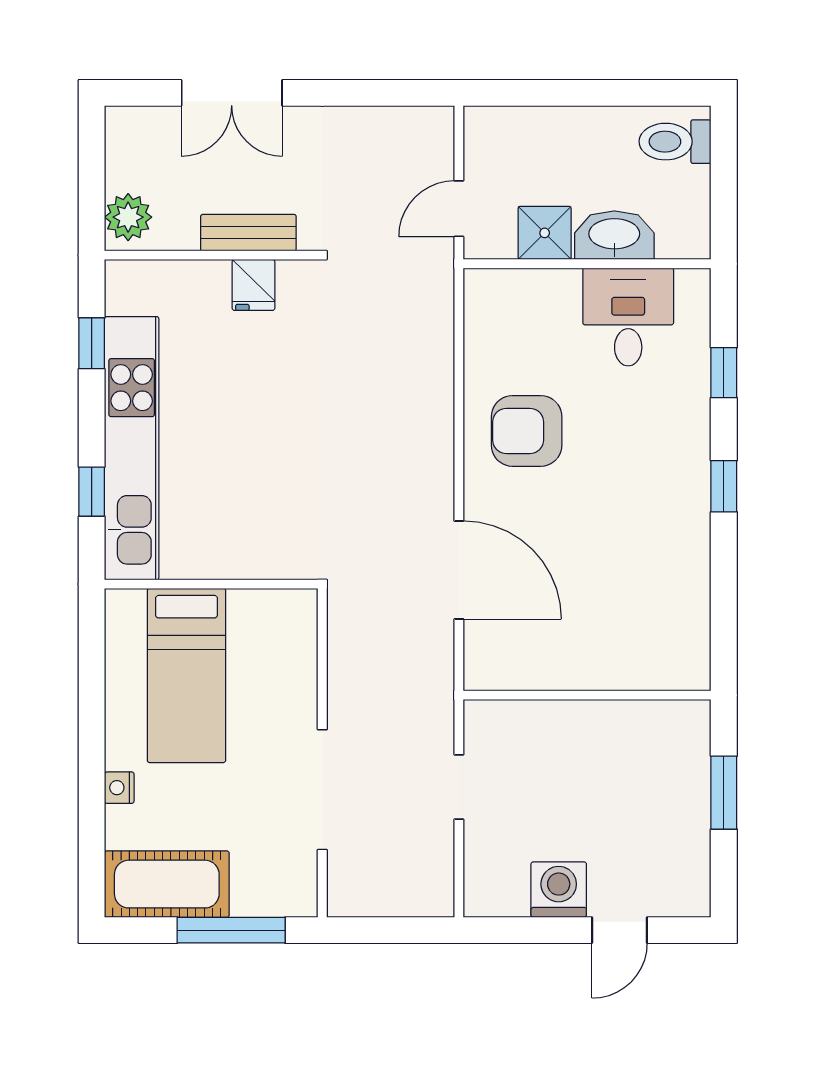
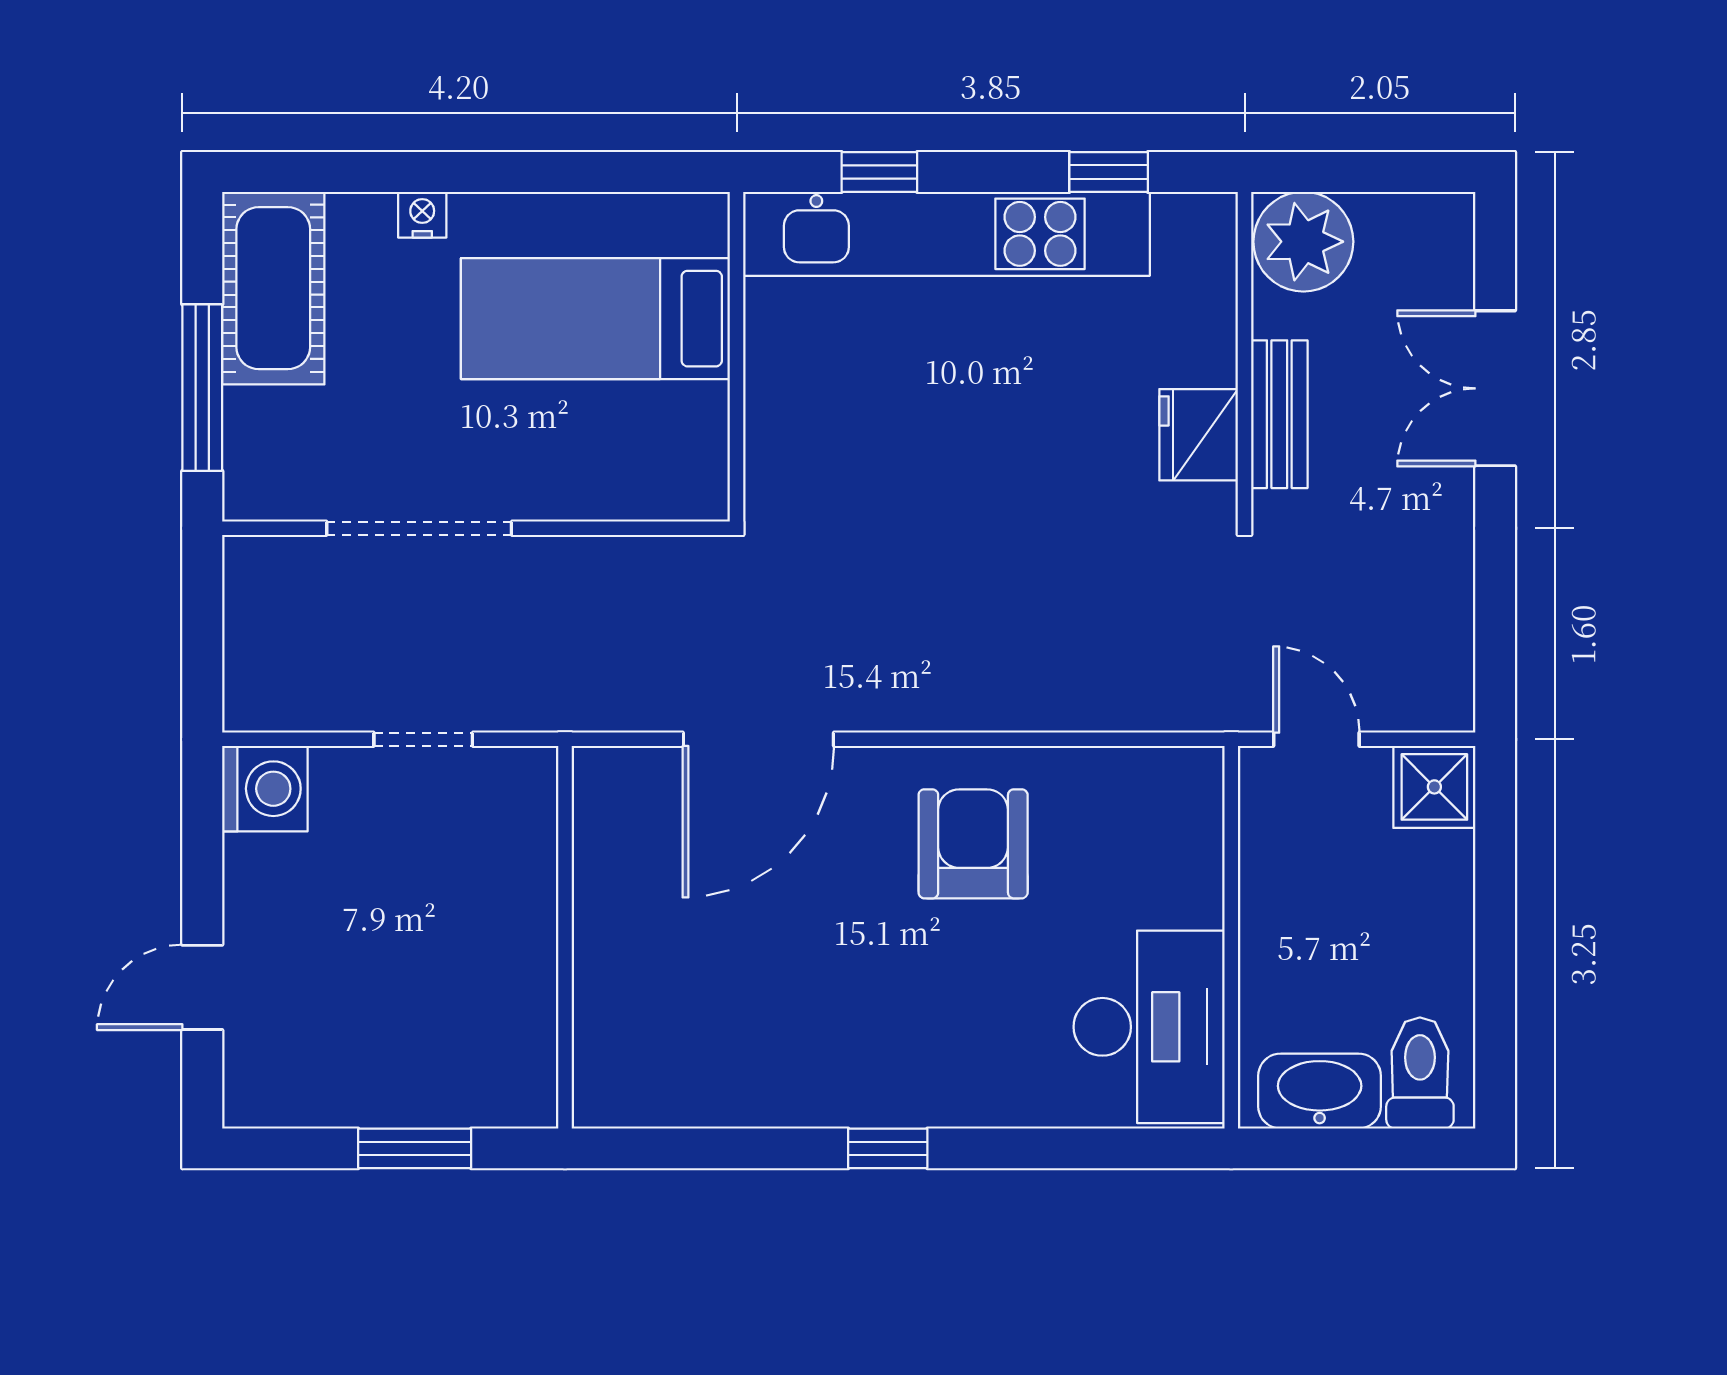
plant: (128, 217) -> (1303, 242), width x1.36, depth x1.36
shower: (545, 233) -> (1434, 787), moved
washbasin: (614, 235) -> (1320, 1091), moved, turned -90
fridge: (253, 285) -> (1199, 435), width x1.38
desk: (628, 317) -> (1149, 1027), width x1.37
window: (724, 373) -> (1063, 1148), removed
washing machine: (559, 890) -> (265, 789), moved
door: (620, 930) -> (202, 987), hinge flipped

